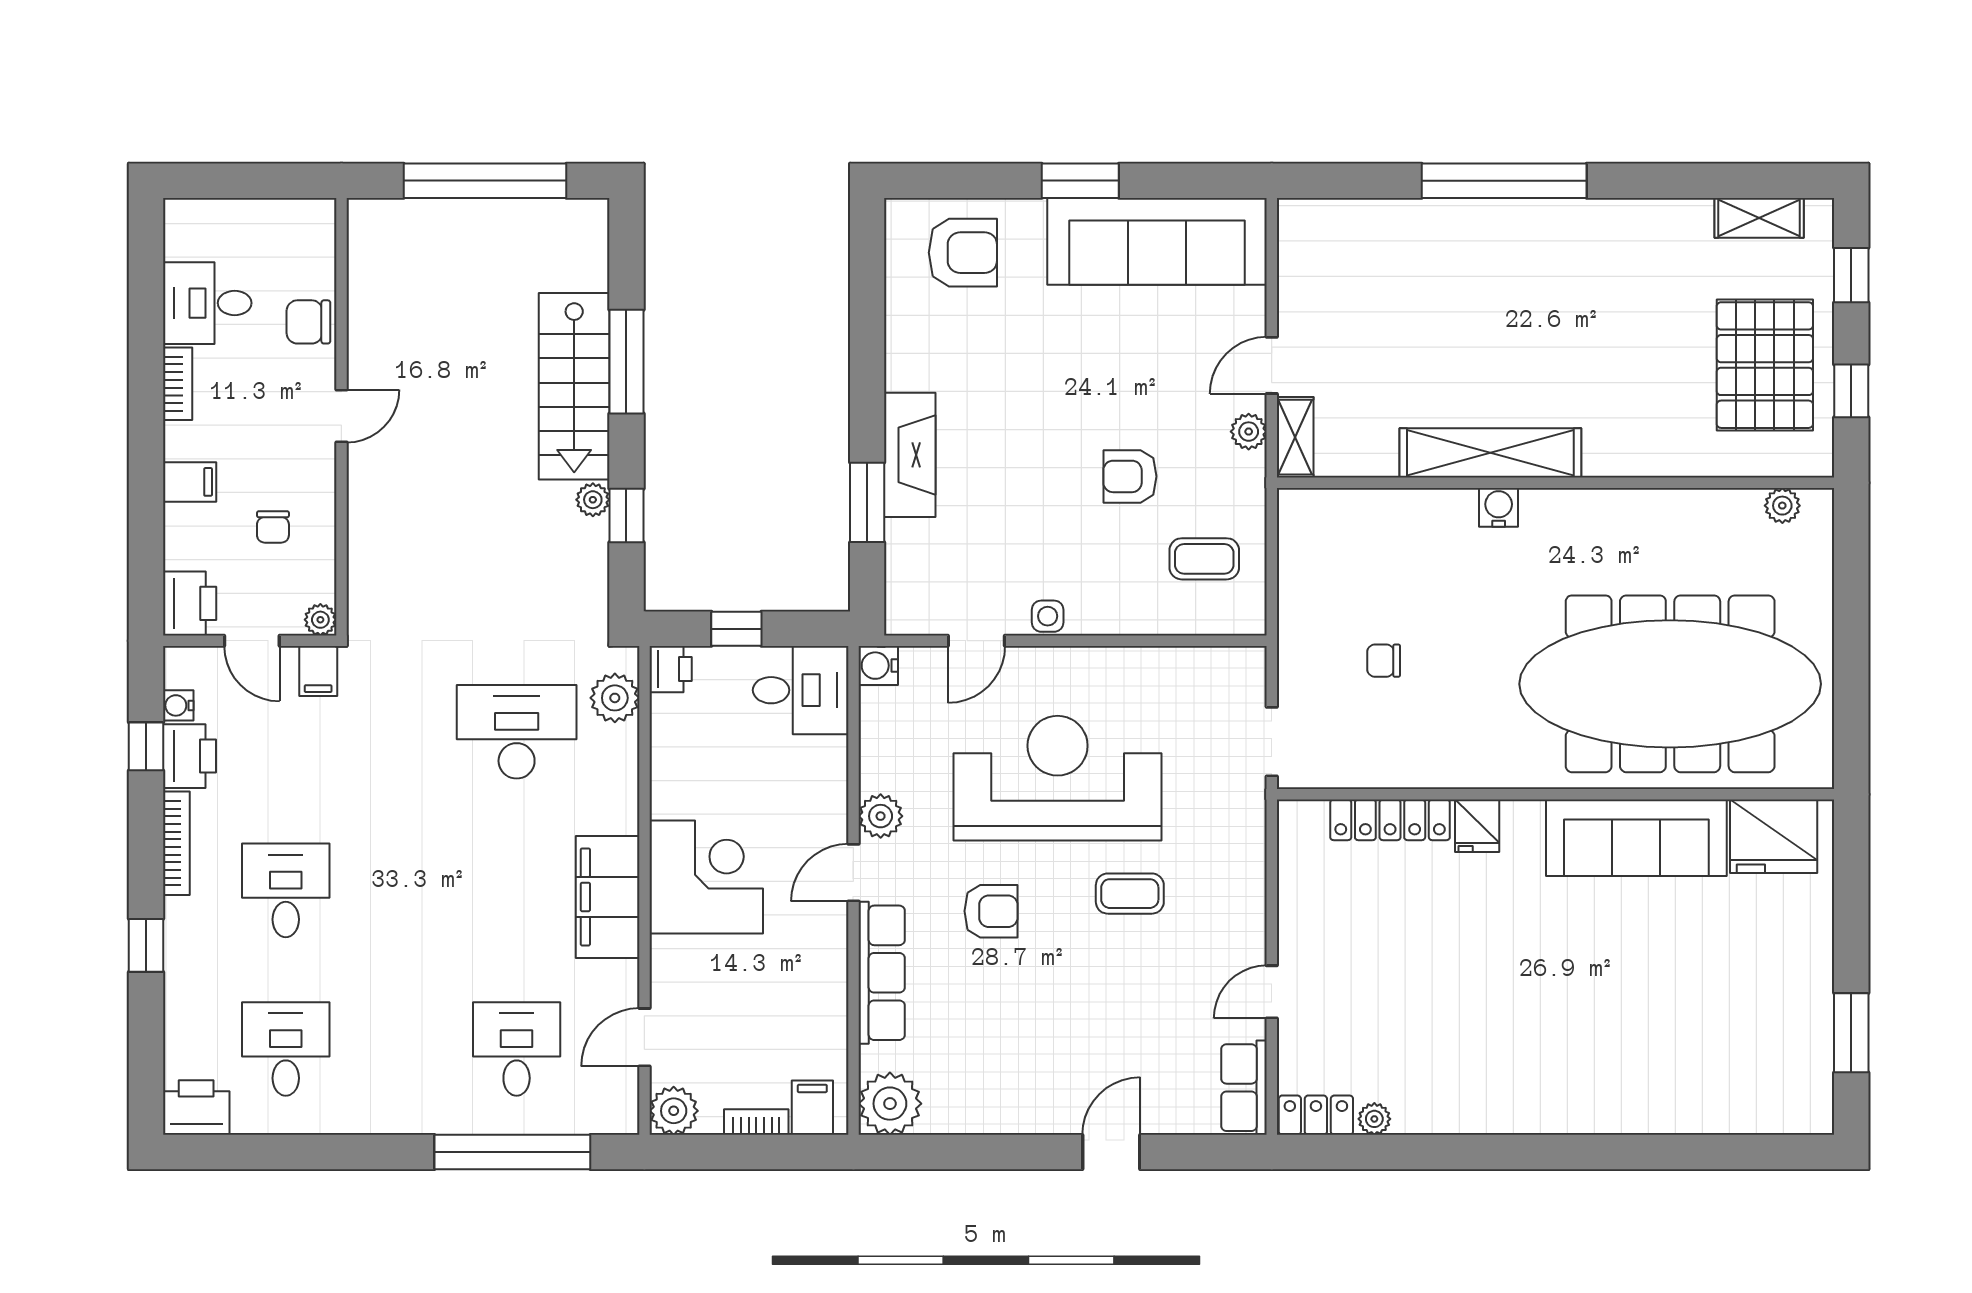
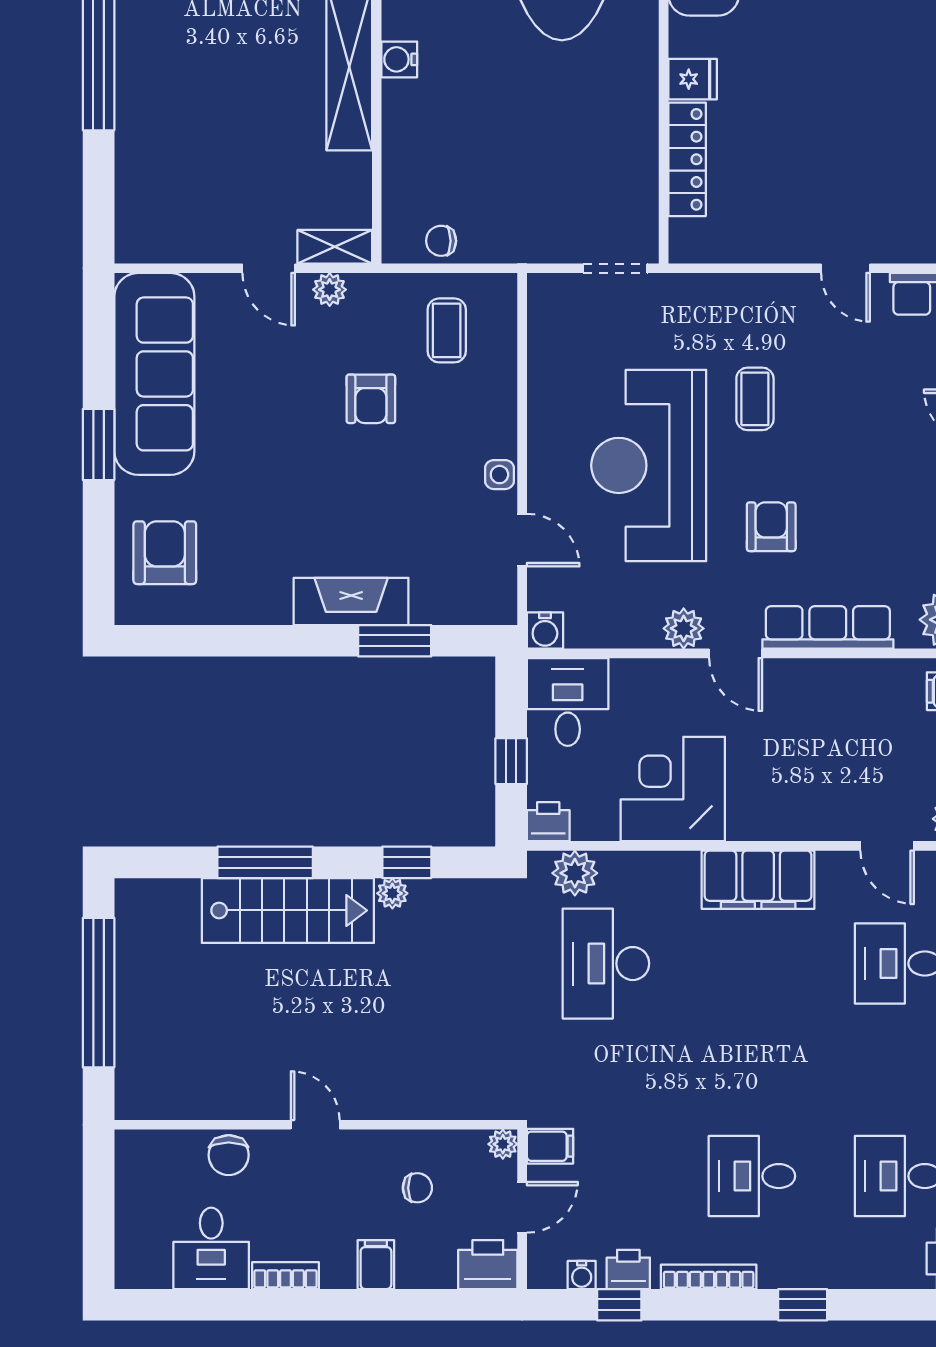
chair: (1384, 661) -> (441, 241), moved, turned 90
printer: (189, 756) -> (628, 1269), width x0.73, depth x0.81
corner desk: (706, 877) -> (673, 789), moved

